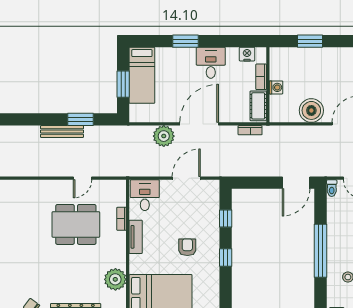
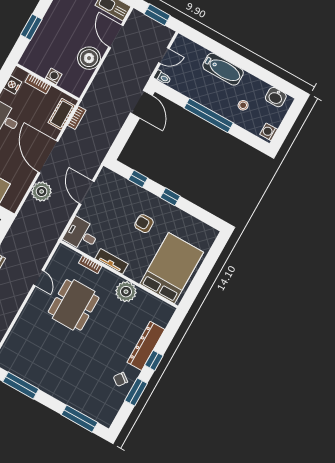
cot: (258, 106) -> (62, 114), moved, turned 90
plant: (115, 279) -> (126, 292), moved

